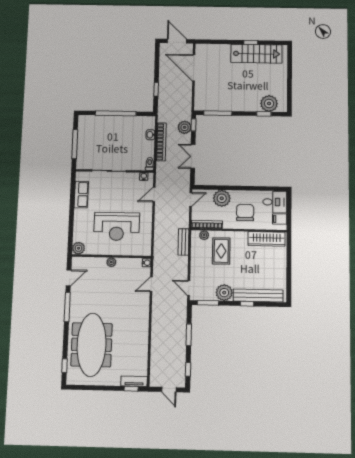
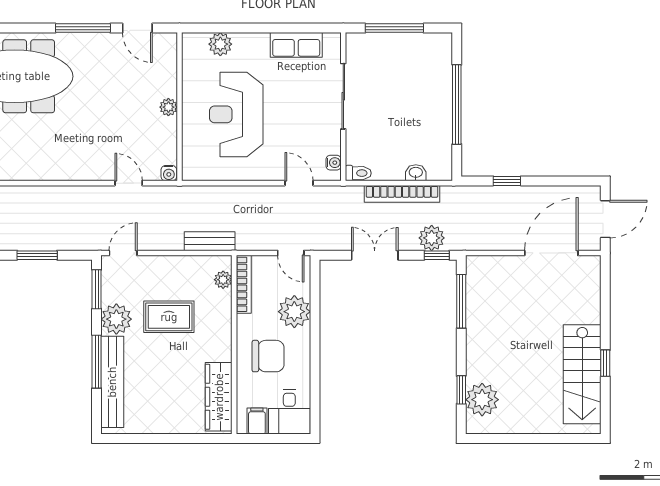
plant: (78, 248) -> (220, 44), moved
rug: (221, 251) -> (169, 317), moved
window: (247, 304) -> (97, 362), width x2.17

